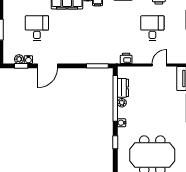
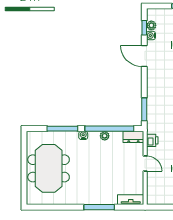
door: (159, 65) -> (145, 163), moved
dresser: (123, 88) -> (133, 137), moved
window: (115, 142) -> (62, 129), width x2.17

